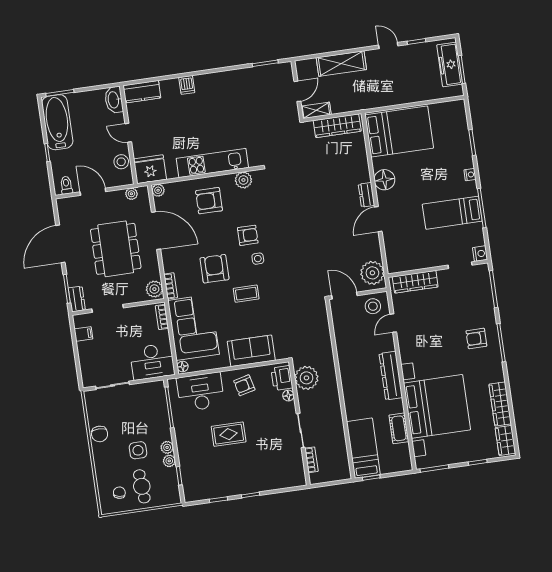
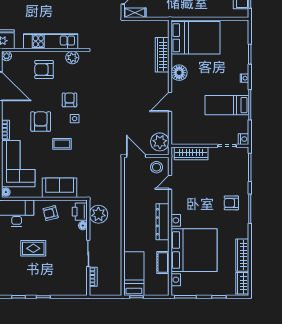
wardrobe: (337, 126) -> (162, 55), moved, turned 90
dresser: (367, 195) -> (164, 82), removed
armchair: (248, 235) -> (70, 100), turned -90

